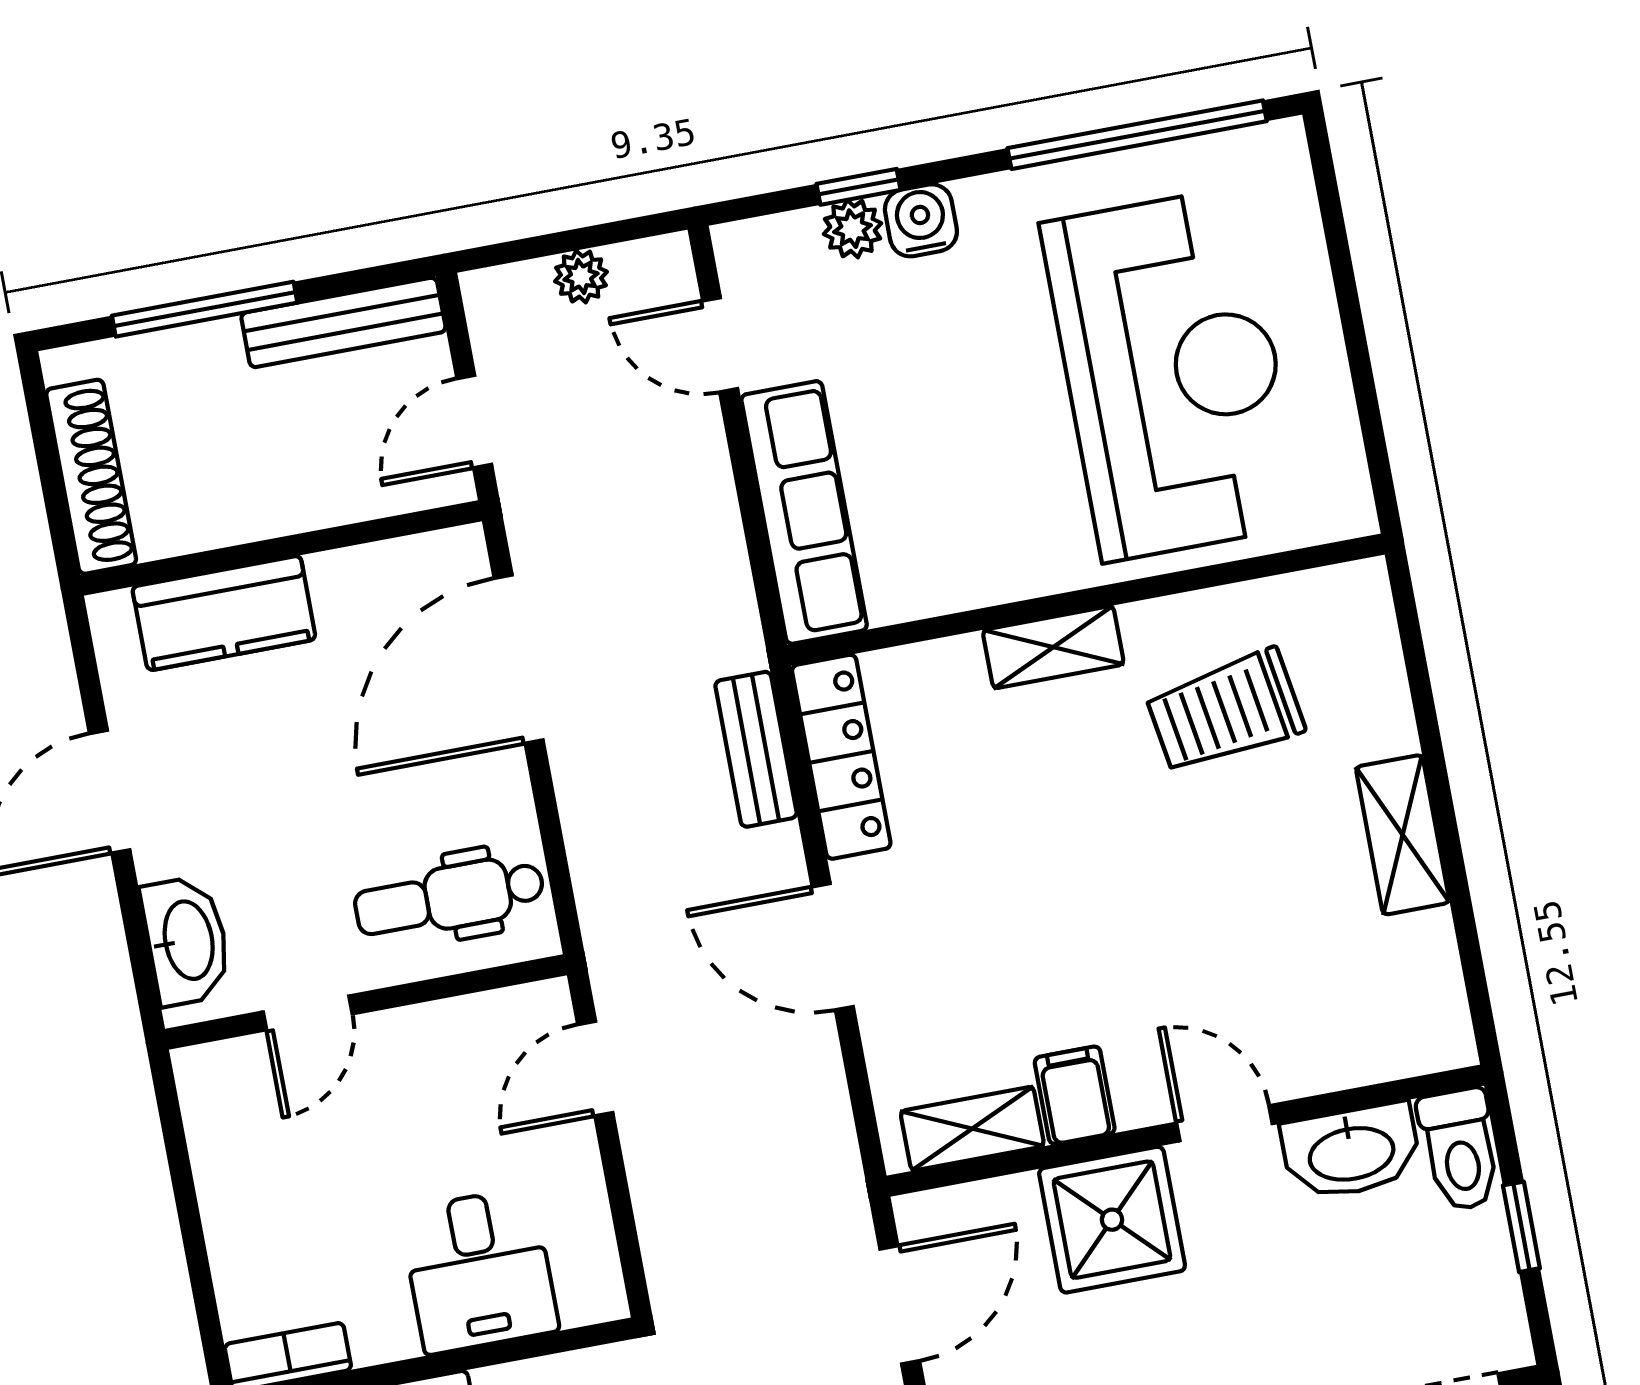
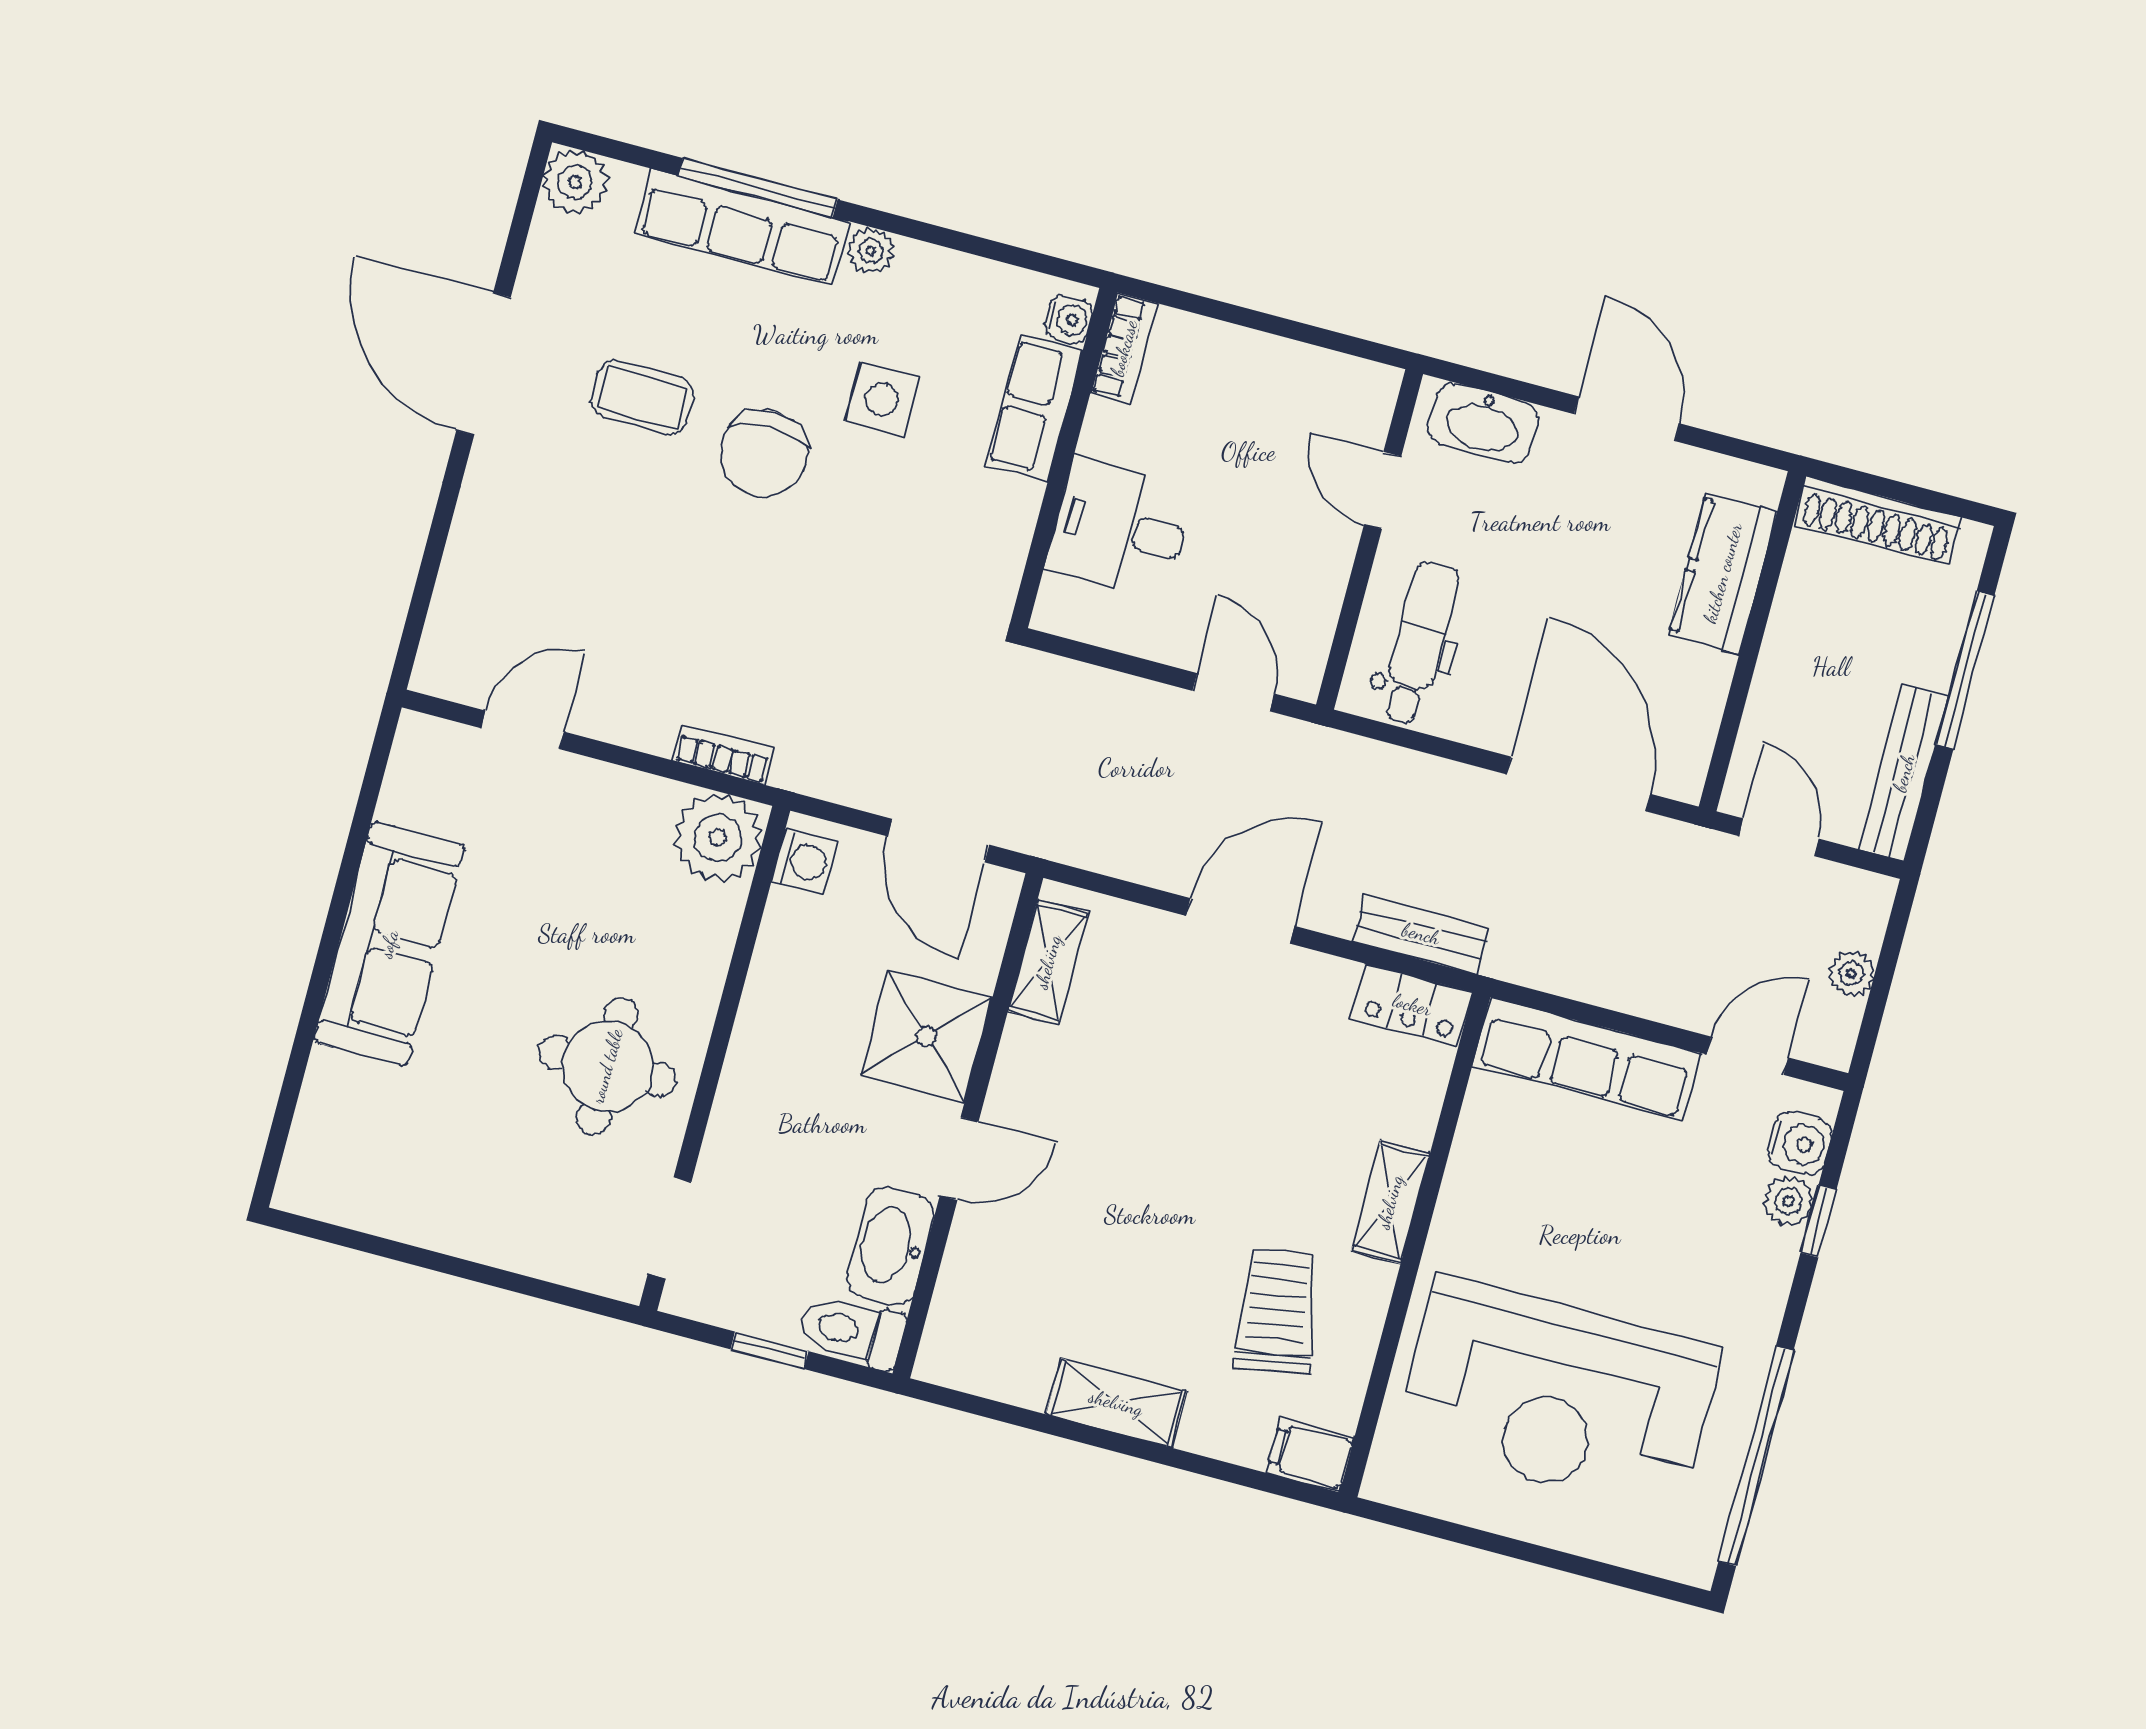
water cooler: (921, 220) -> (1800, 1143), moved
locker: (841, 757) -> (1412, 1005), width x0.66
filing cabinet: (1075, 1095) -> (1310, 1455), moved, turned 180

